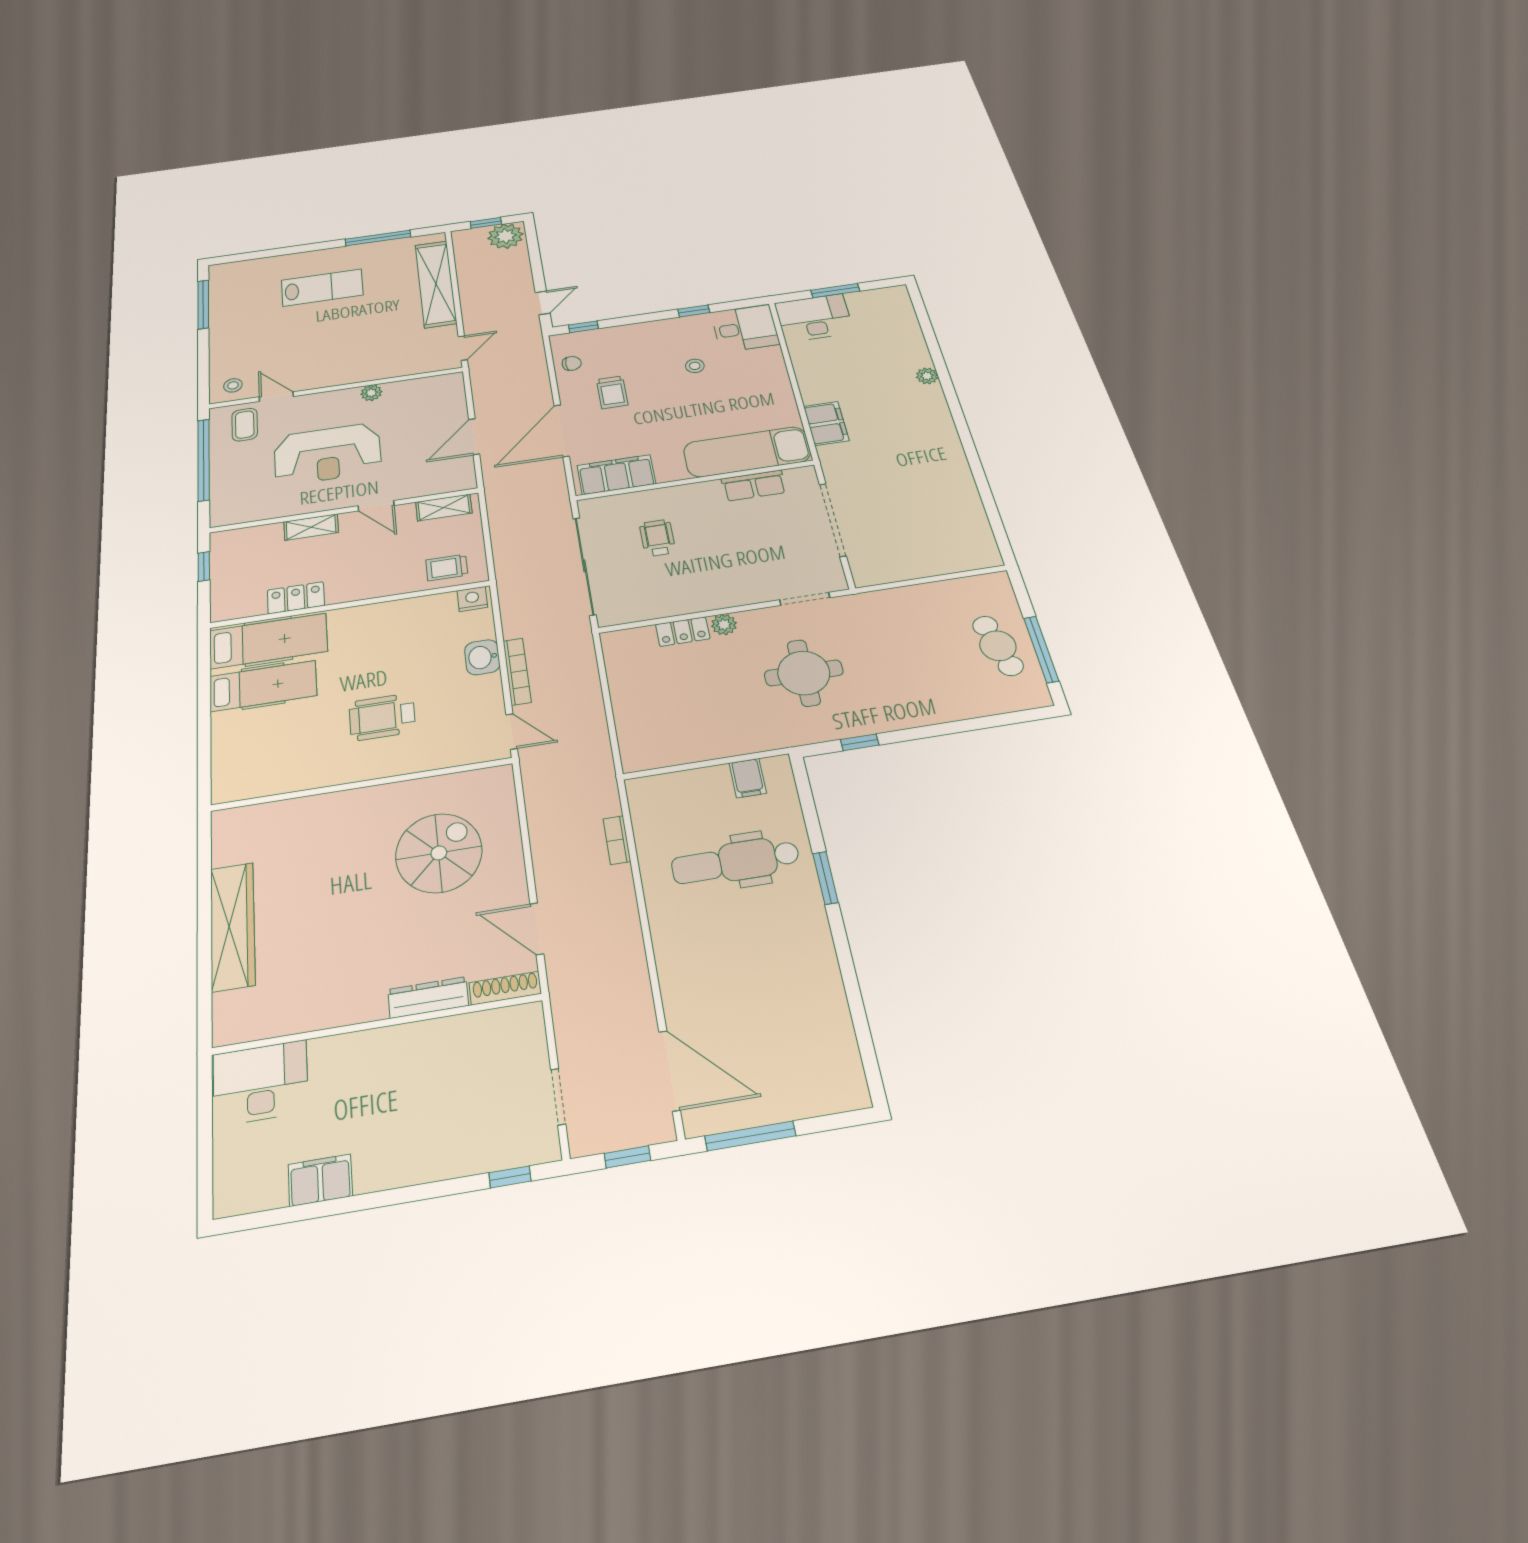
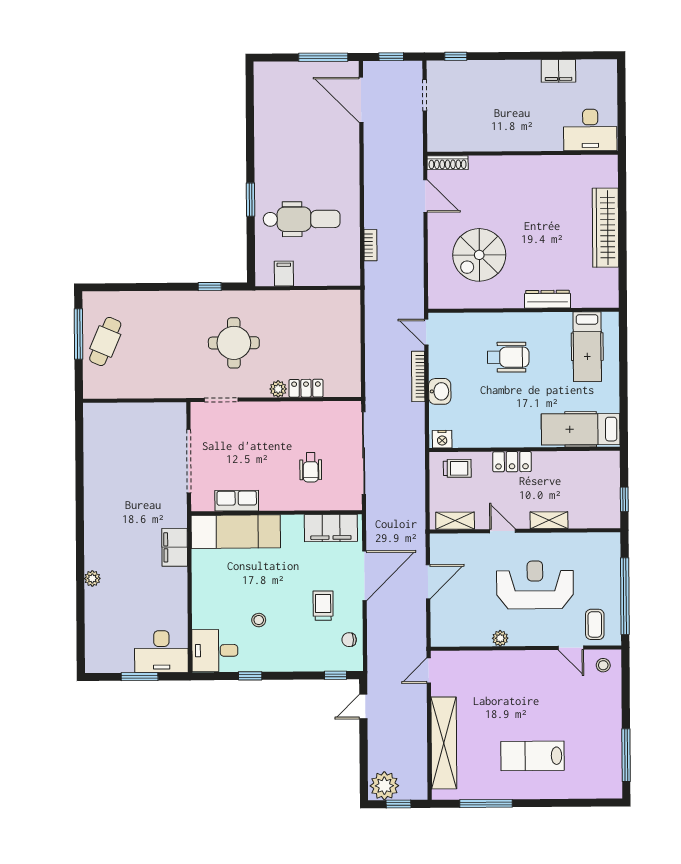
locker: (296, 598) -> (512, 462), moved
cafe table: (998, 646) -> (105, 341), turned 36
hospital bed: (263, 686) -> (587, 347), moved, turned -90
dresser: (428, 998) -> (547, 299), moved, turned 180

